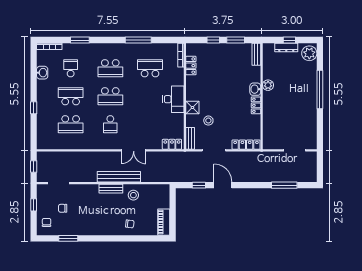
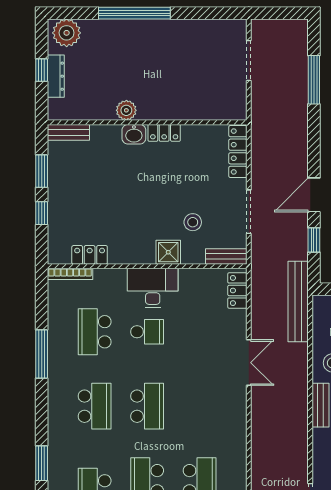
school desk: (110, 124) -> (147, 332), moved
bench: (119, 177) -> (298, 301), moved

